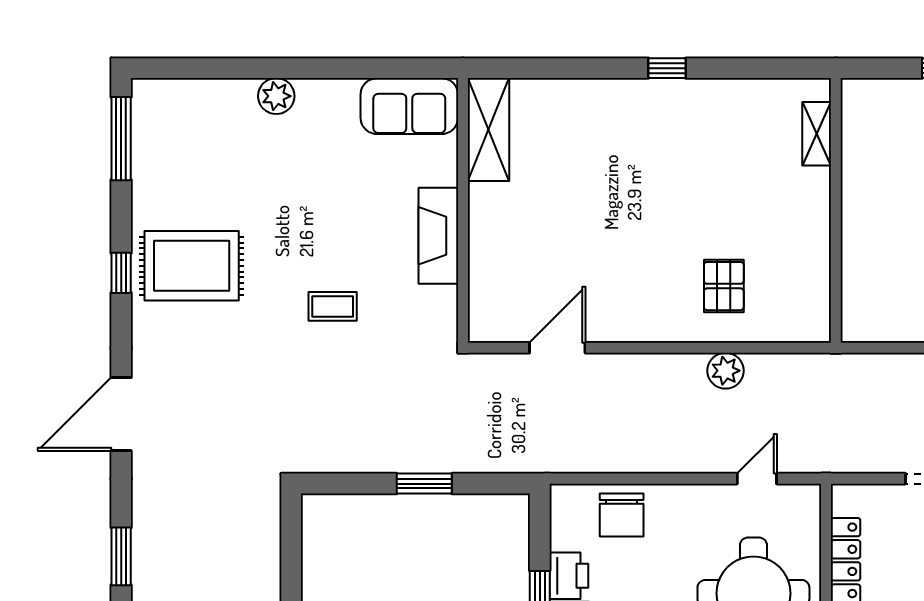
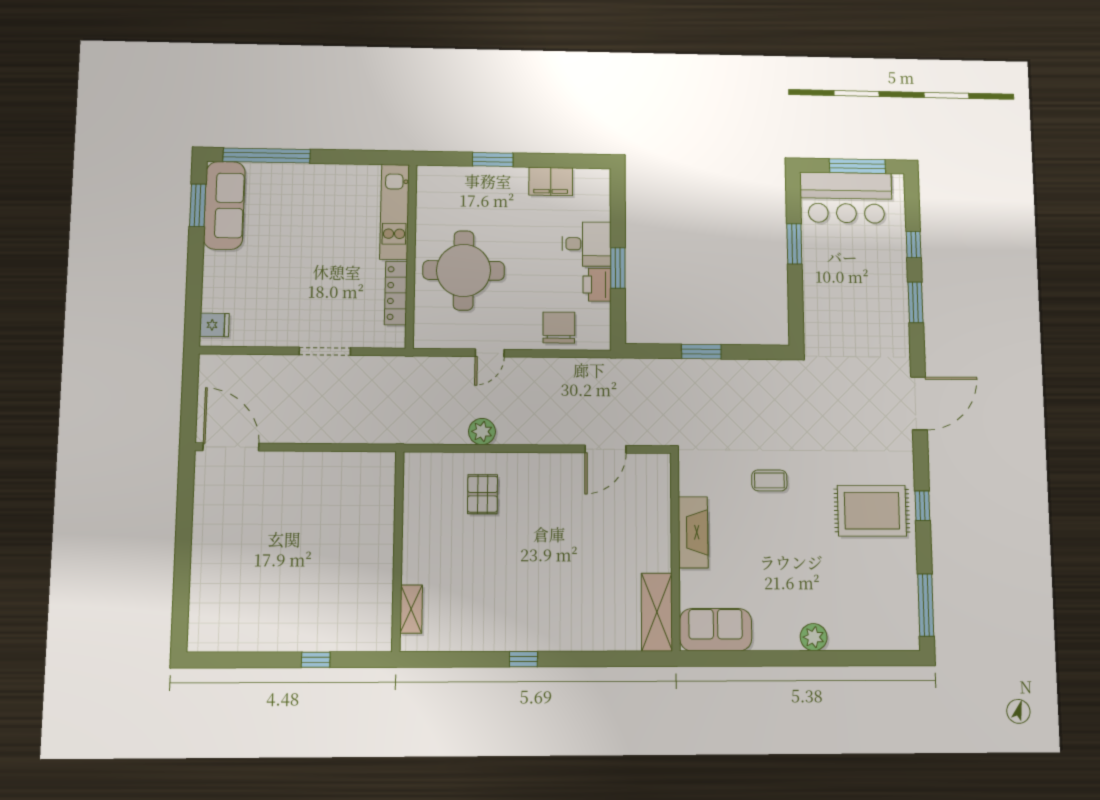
door: (757, 479) -> (490, 353), moved

